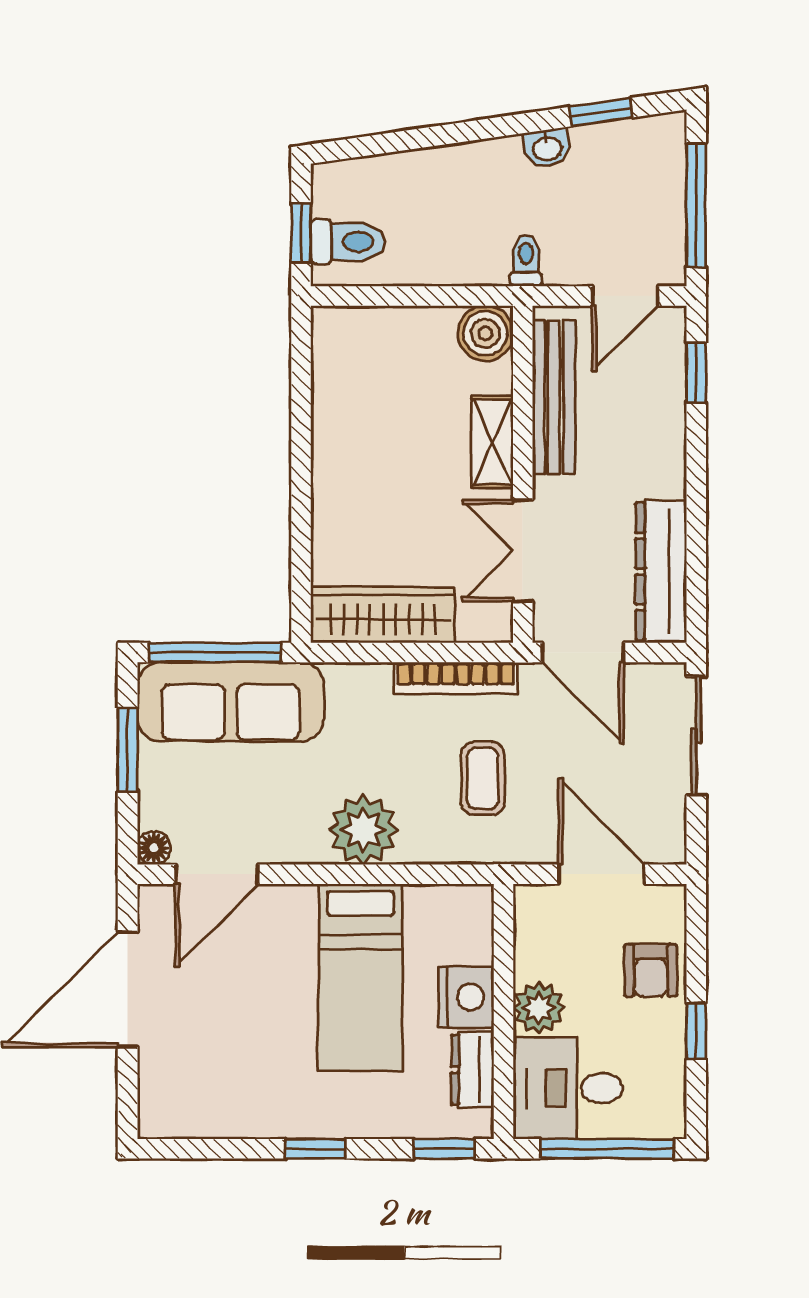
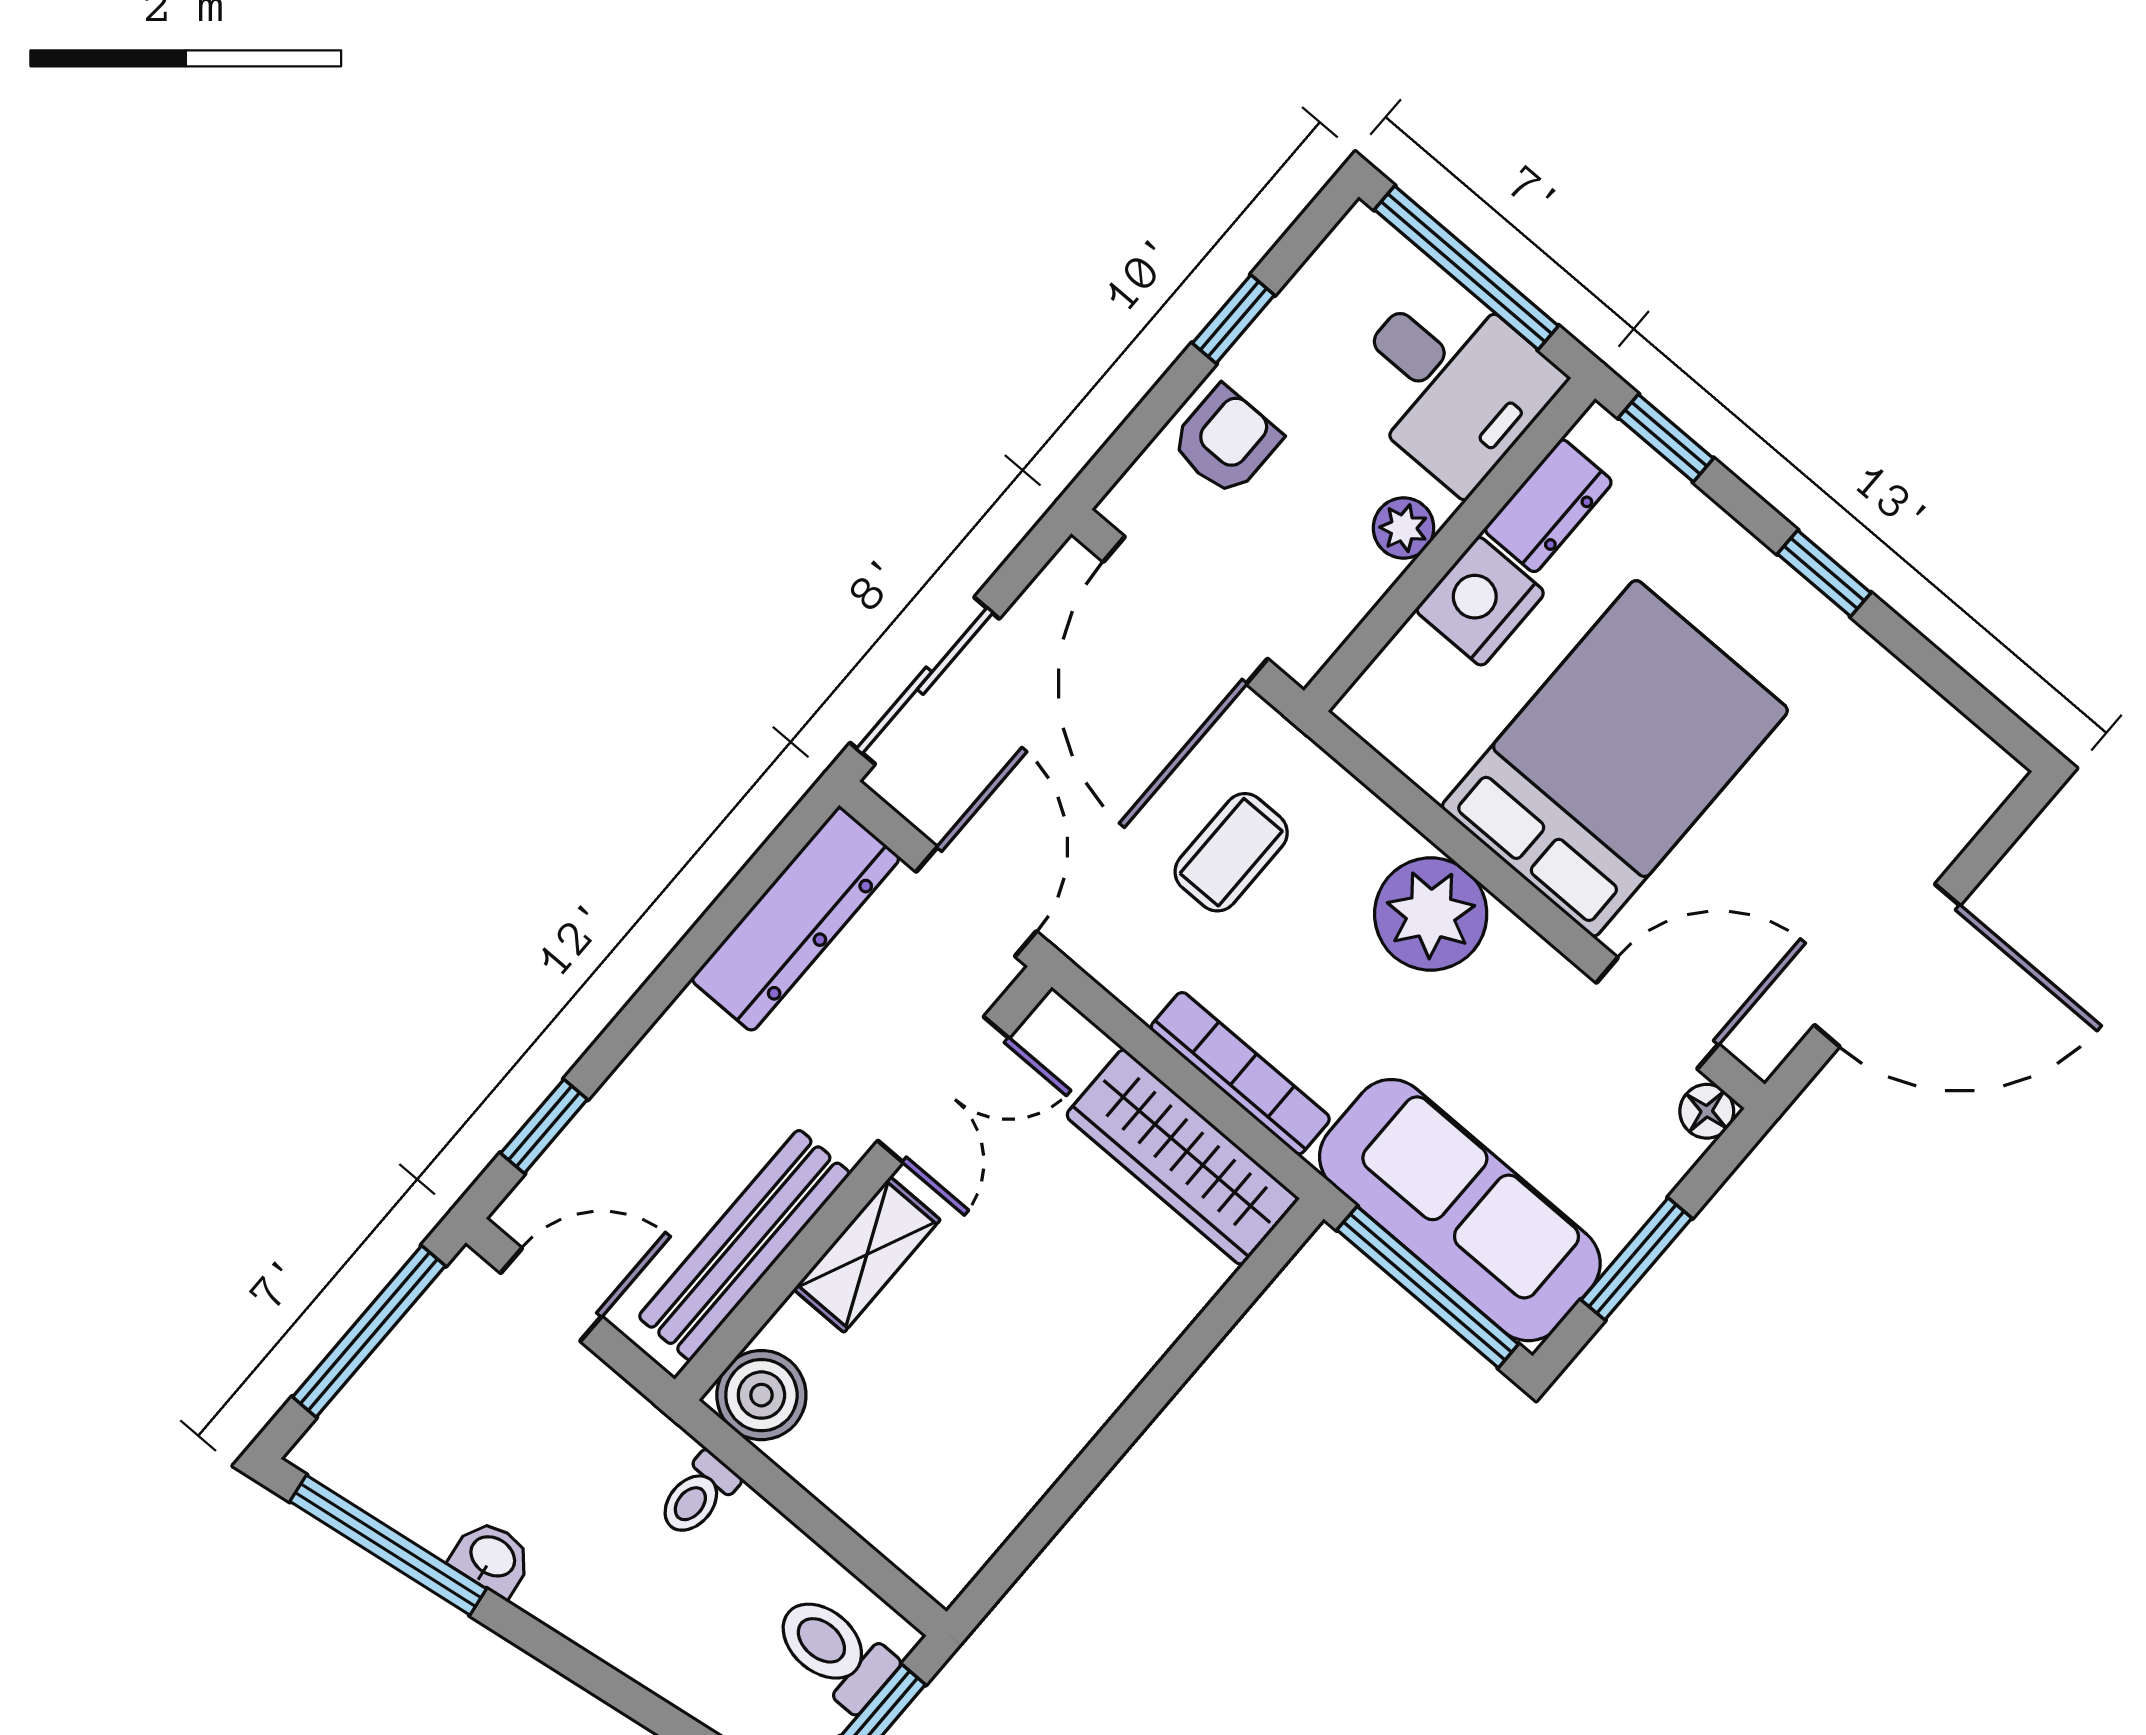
window: (601, 112) -> (388, 1545), width x2.17
toilet: (526, 261) -> (698, 1495), moved
bookcase: (456, 678) -> (1240, 1073), moved
door: (602, 874) -> (1185, 610), width x1.36
bed: (360, 977) -> (1615, 758), width x1.50
plant: (539, 1008) -> (1404, 528), width x0.73, depth x0.73

